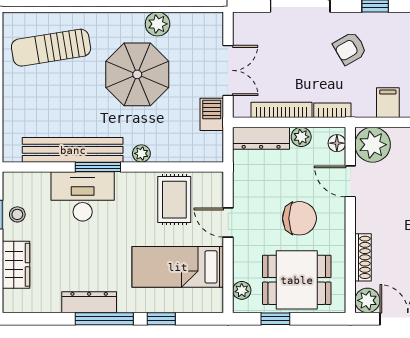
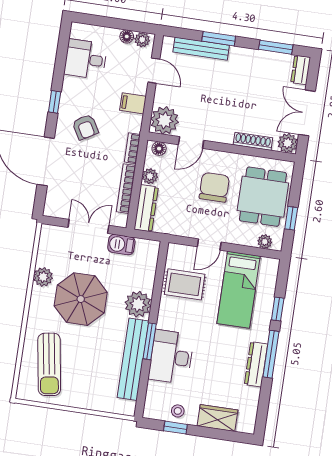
plant: (141, 153) -> (138, 304), width x1.87, depth x1.87

